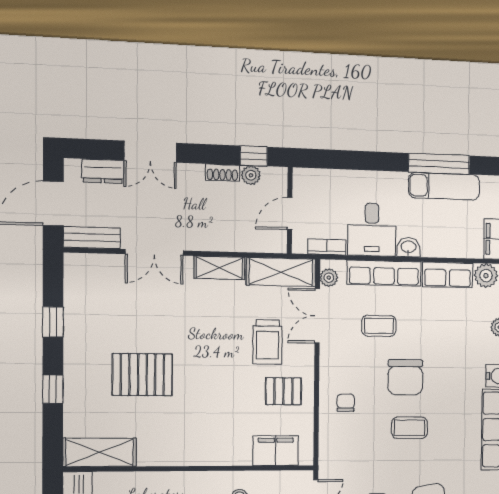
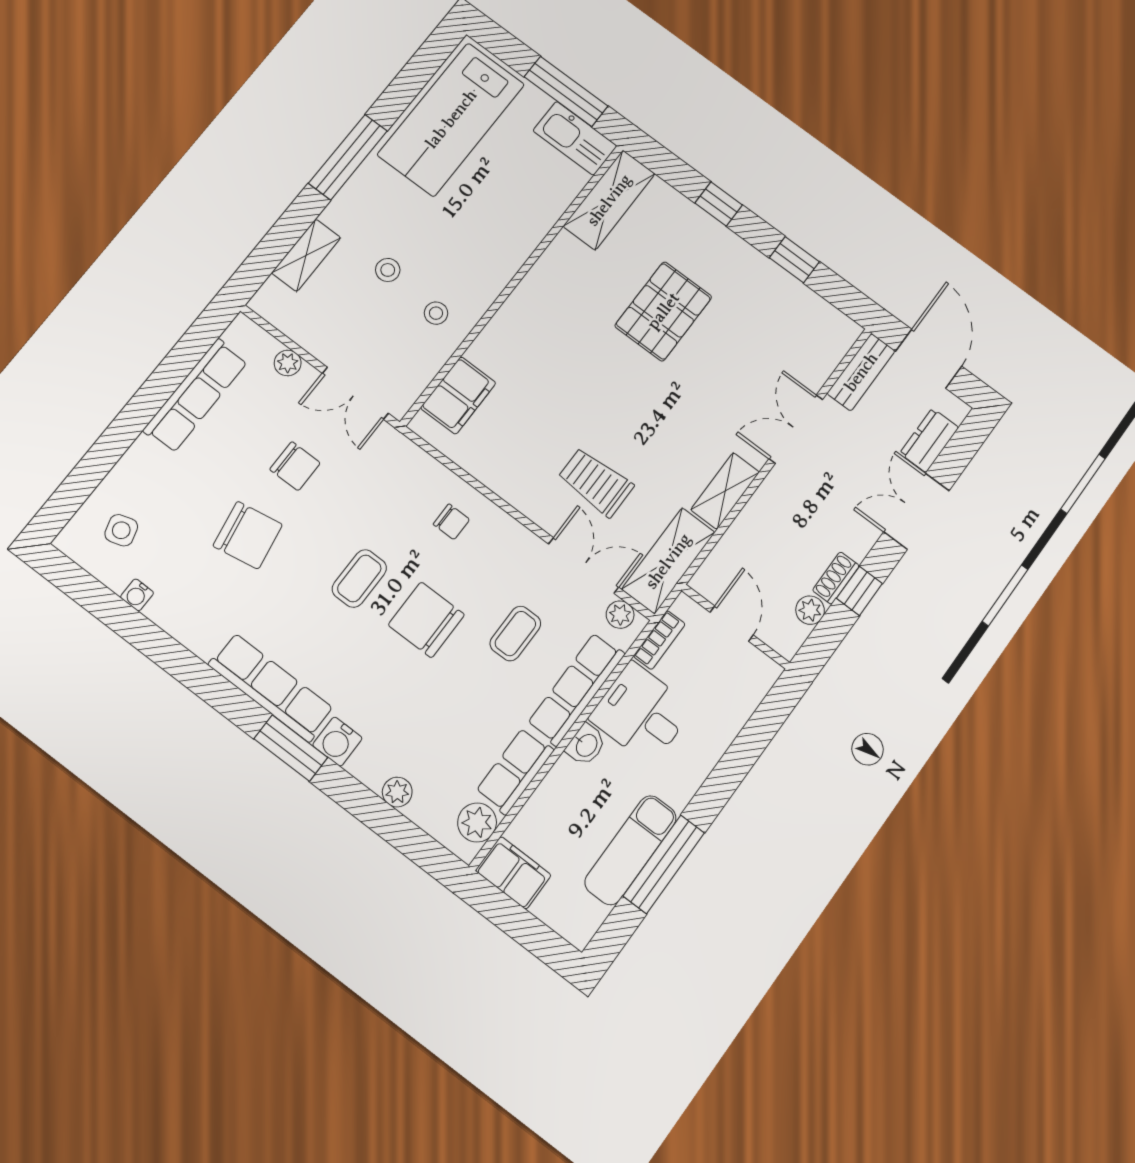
window: (254, 156) -> (859, 591), moved
pallet: (283, 391) -> (523, 457), removed

